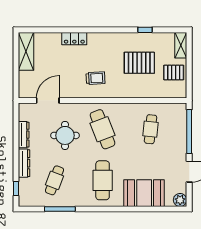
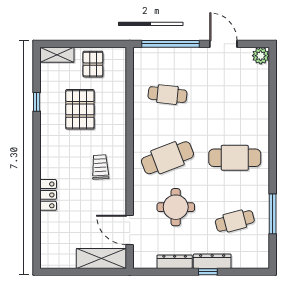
shelving: (26, 51) -> (101, 258), moved
cafe table: (55, 180) -> (235, 221), turned -36
window: (16, 189) -> (208, 272), moved
booth: (144, 193) -> (252, 103), removed

